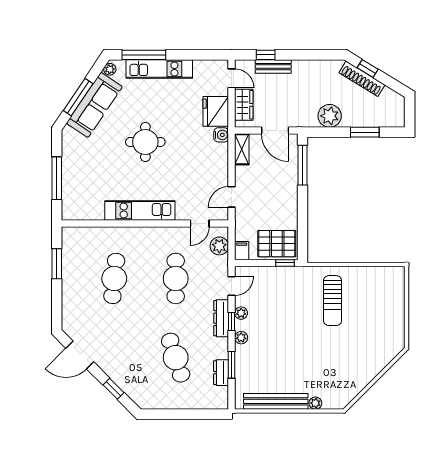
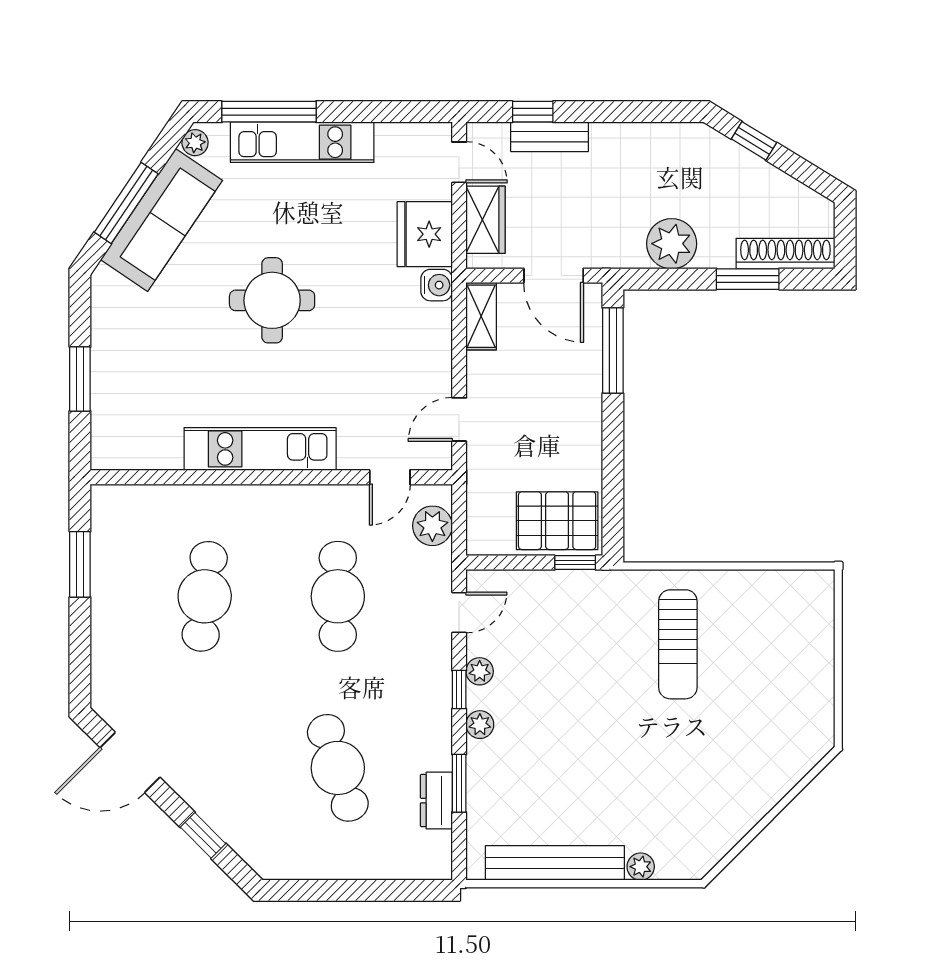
shoe rack: (362, 79) -> (785, 254), moved, turned 149
window: (57, 178) -> (80, 379), width x0.69
filing cabinet: (242, 251) -> (481, 536), removed
dresser: (221, 318) -> (436, 682), removed

